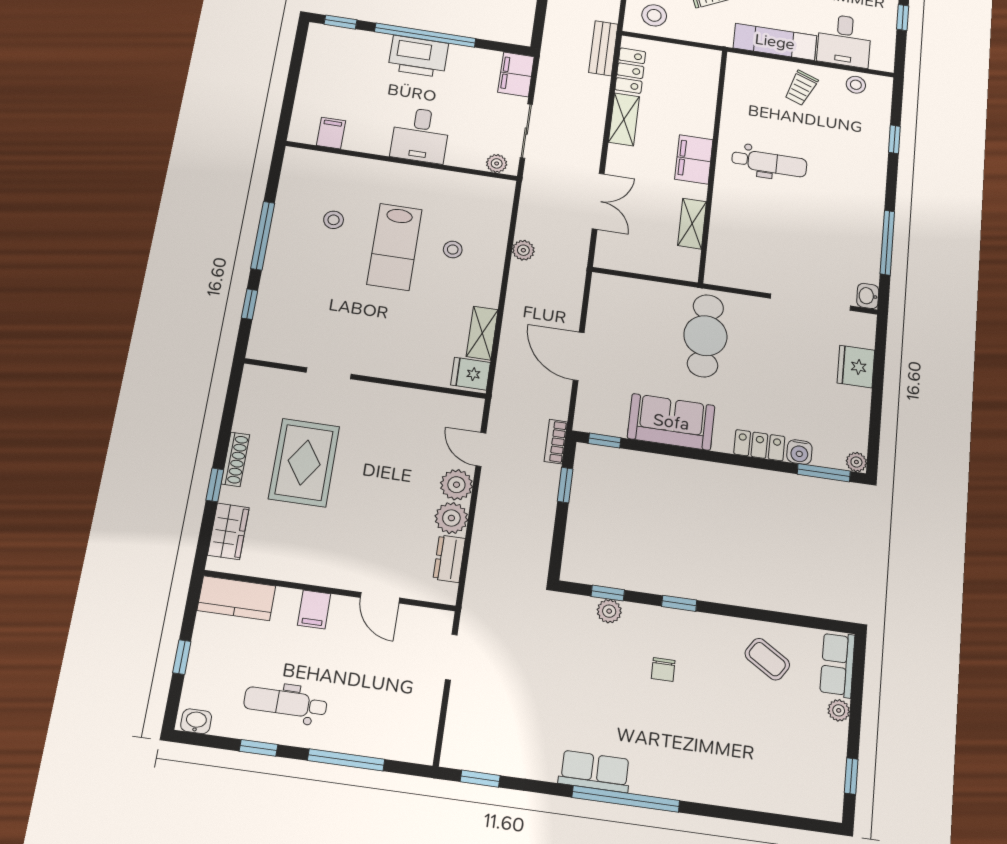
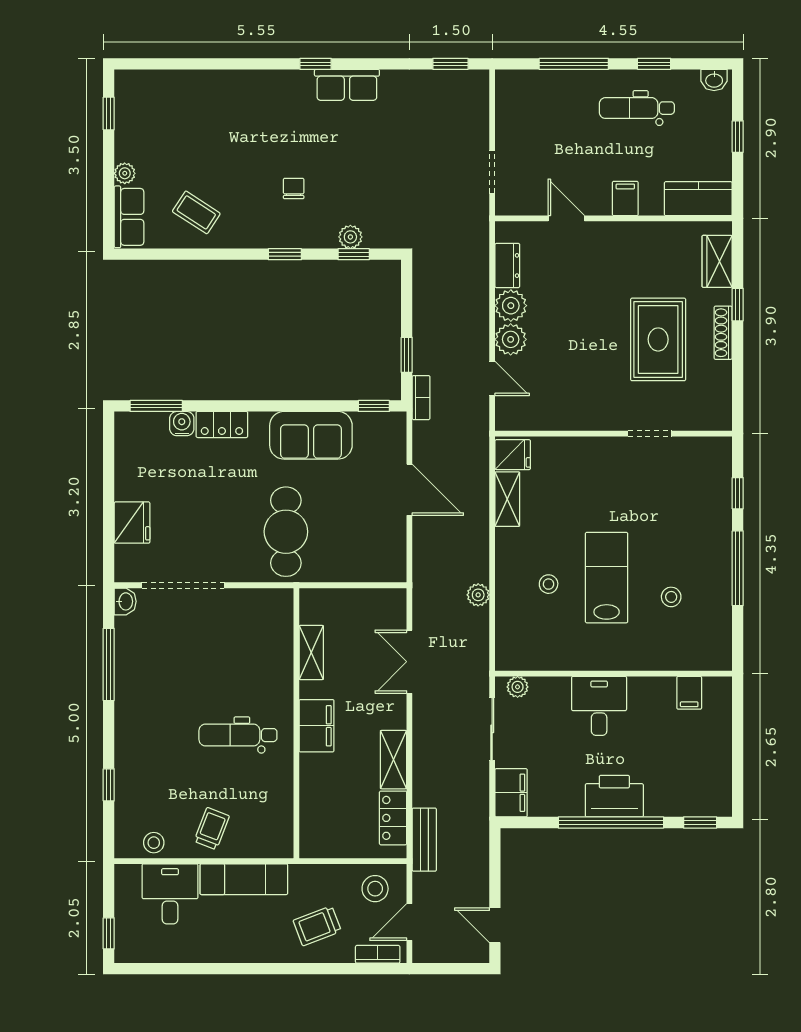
plant: (856, 462) -> (125, 422), removed
dental chair: (285, 703) -> (637, 108), turned 180
window: (626, 799) -> (316, 64), width x0.32

